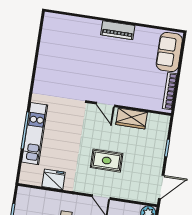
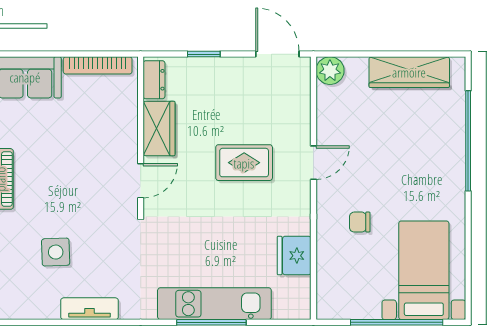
side table: (75, 54) -> (56, 252), added
tv unit: (42, 67) -> (90, 309), added
dresser: (158, 120) -> (154, 80), added
rug: (107, 161) -> (244, 163), turned 90

